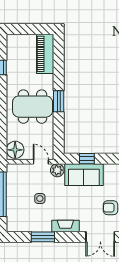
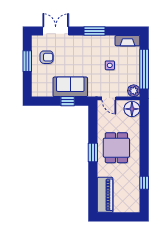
dining table: (33, 107) -> (116, 148), width x0.73
plant: (57, 170) -> (134, 91), moved
fireplace: (65, 226) -> (127, 41), moved
window: (43, 237) -> (95, 31), moved

